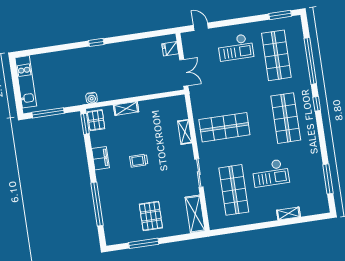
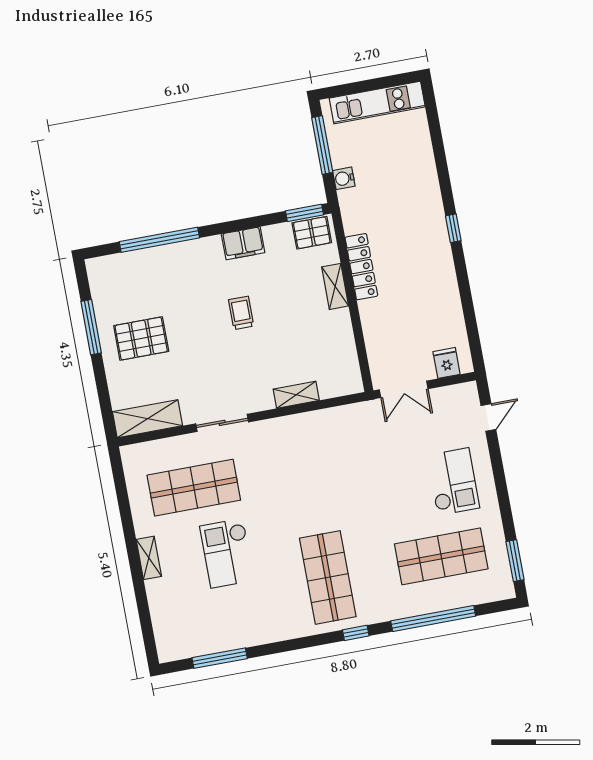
checkout: (235, 47) -> (453, 482), turned 180
locker: (116, 94) -> (361, 267), added
water cooler: (92, 98) -> (344, 178), moved
shop shelf: (286, 118) -> (328, 577), turned 90
shop shelf: (224, 127) -> (307, 467), removed
shelving: (288, 213) -> (149, 558), moved

